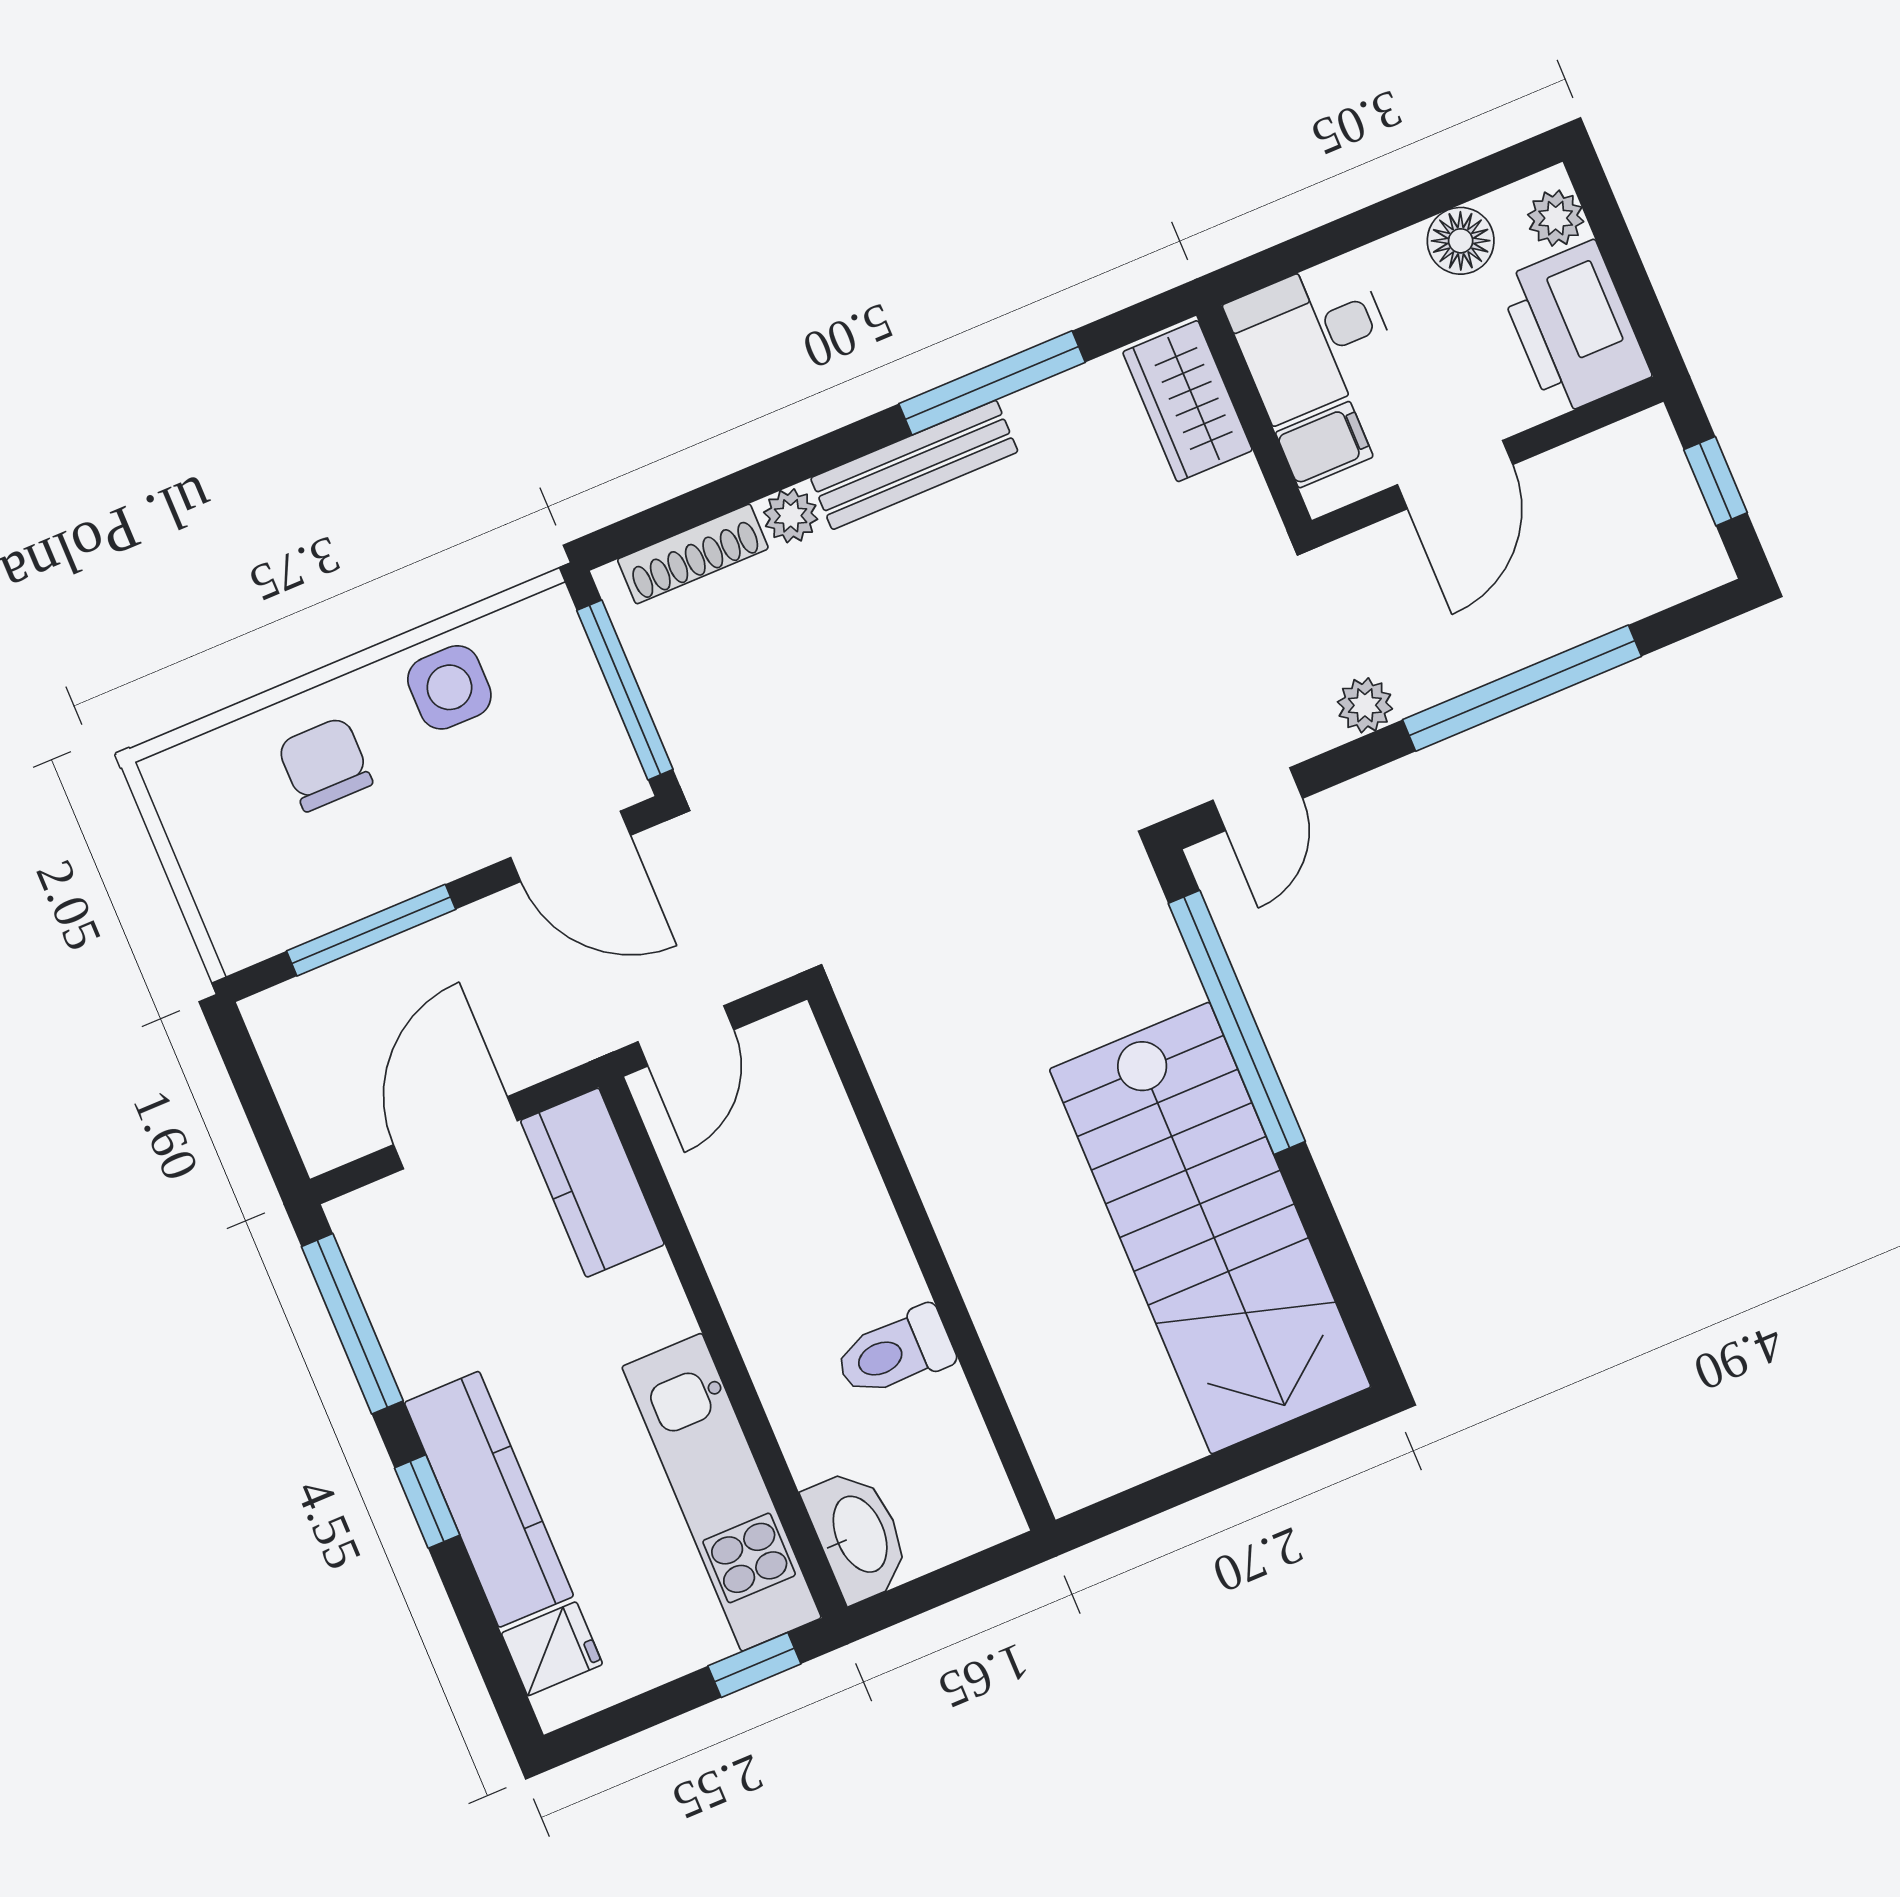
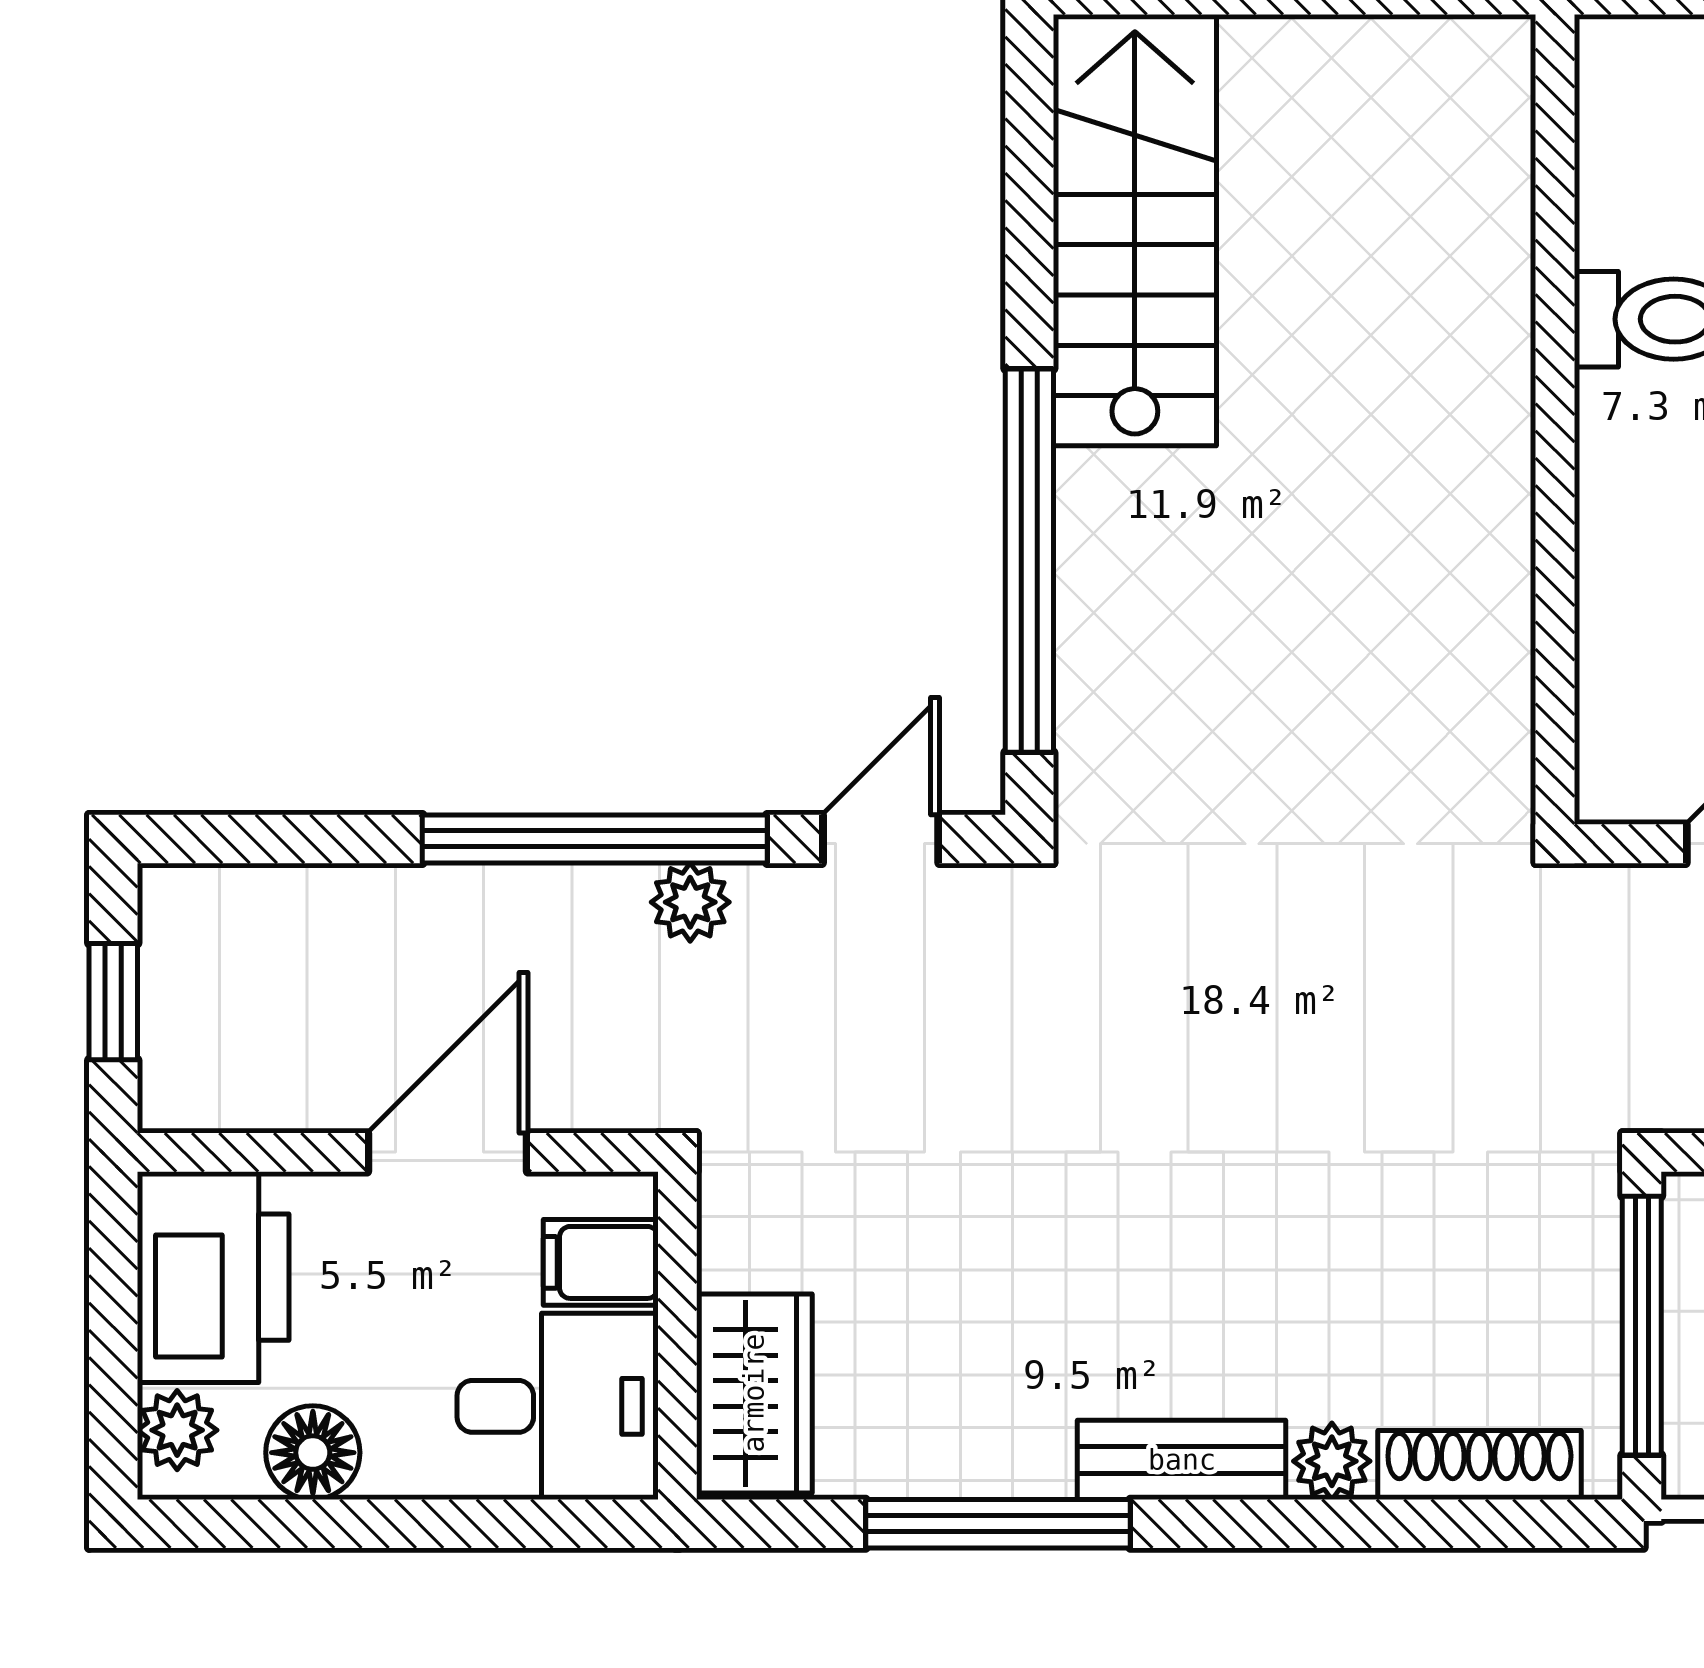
bench: (914, 465) -> (1182, 1460), width x0.73
window: (1522, 688) -> (595, 839), moved
stairs: (1210, 1228) -> (1135, 230), width x0.73, depth x0.66

